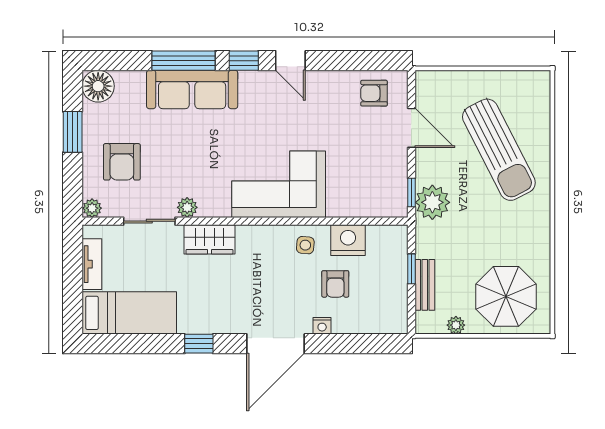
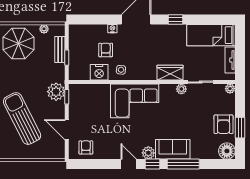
plant: (252, 83) -> (148, 153), added
sofa: (192, 89) -> (173, 149), width x0.73
armchair: (374, 93) -> (86, 147), turned -90
armchair: (122, 162) -> (224, 124), moved, turned 180

